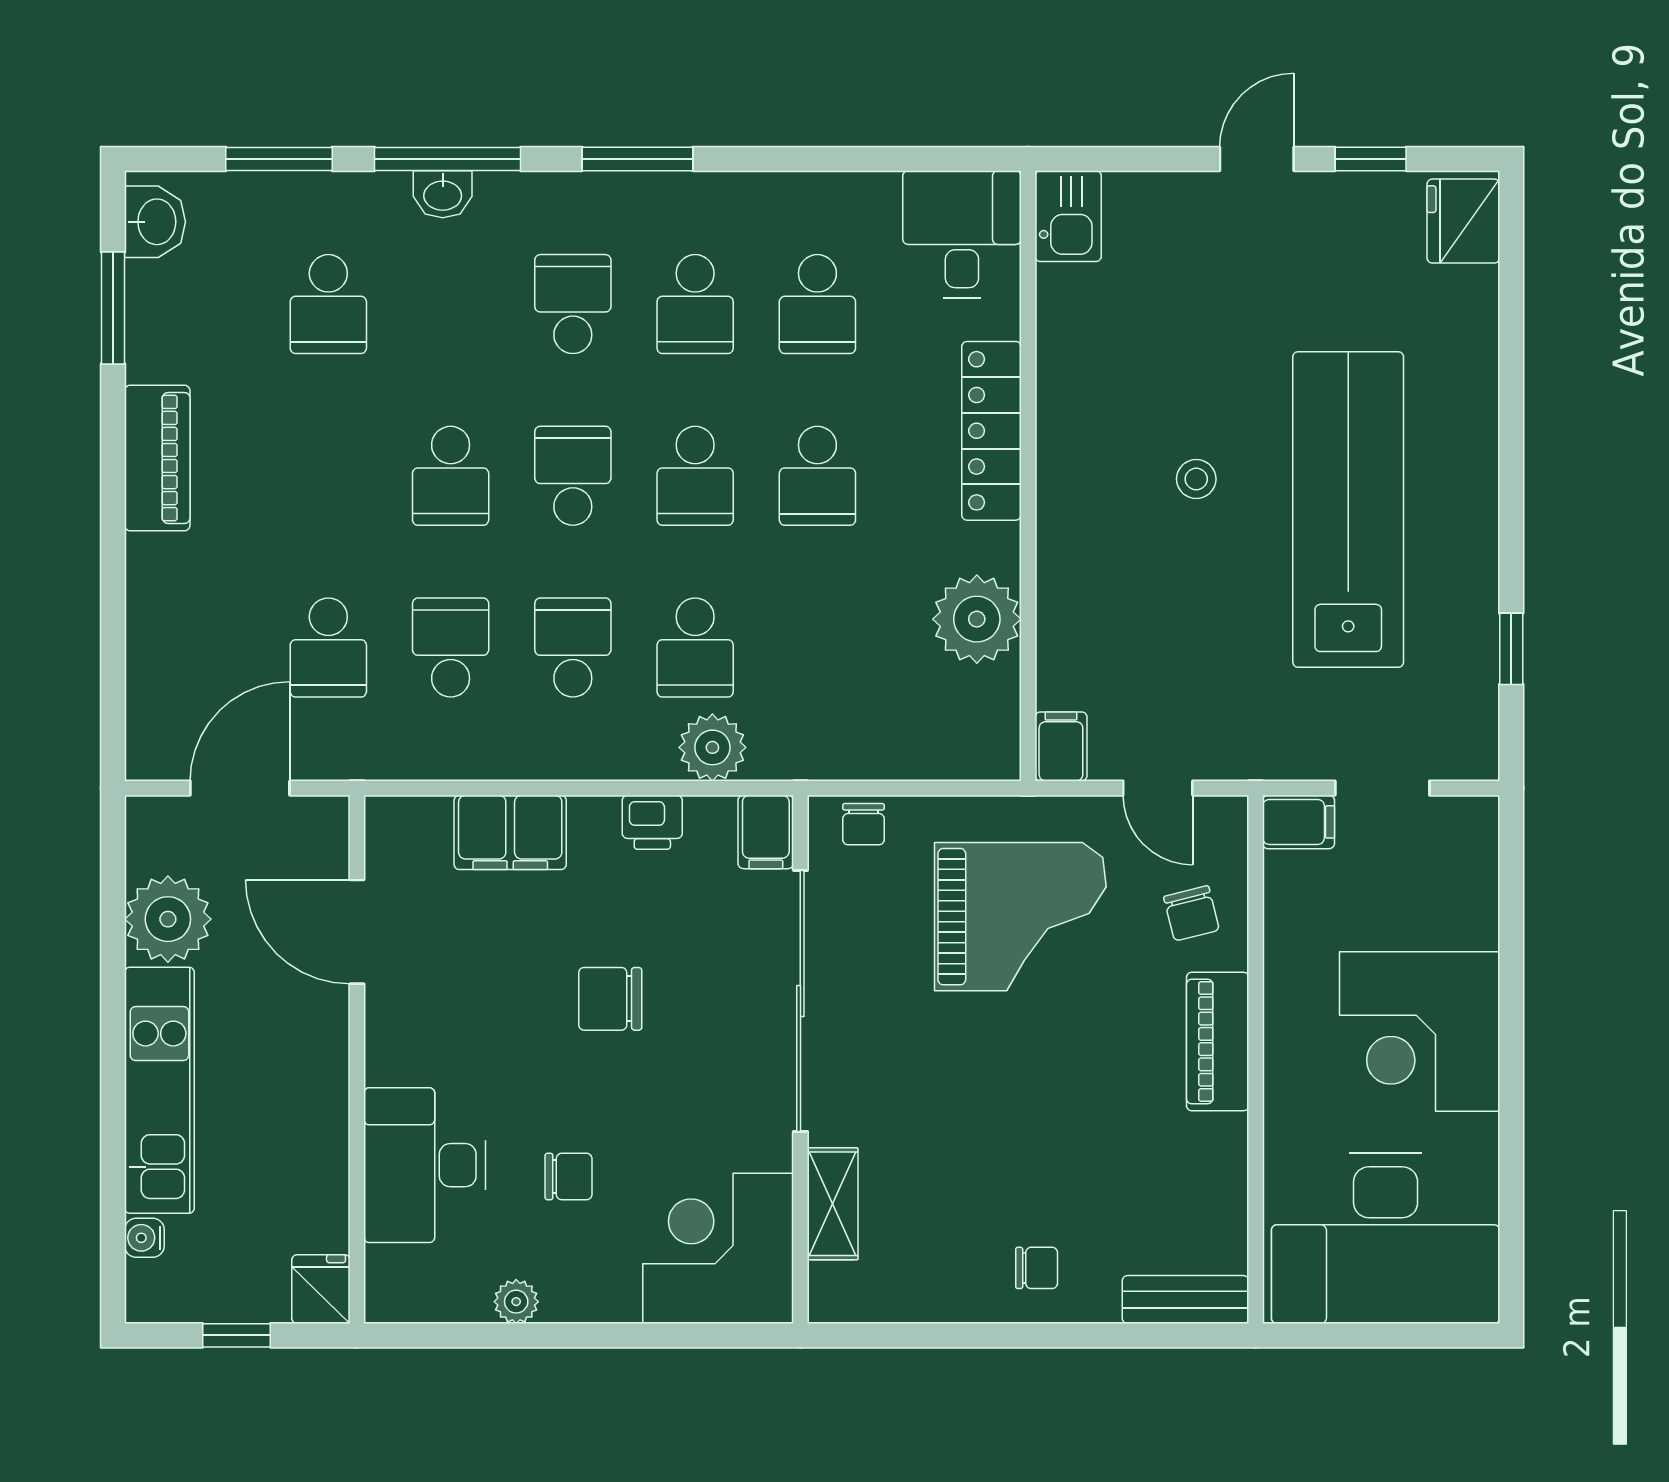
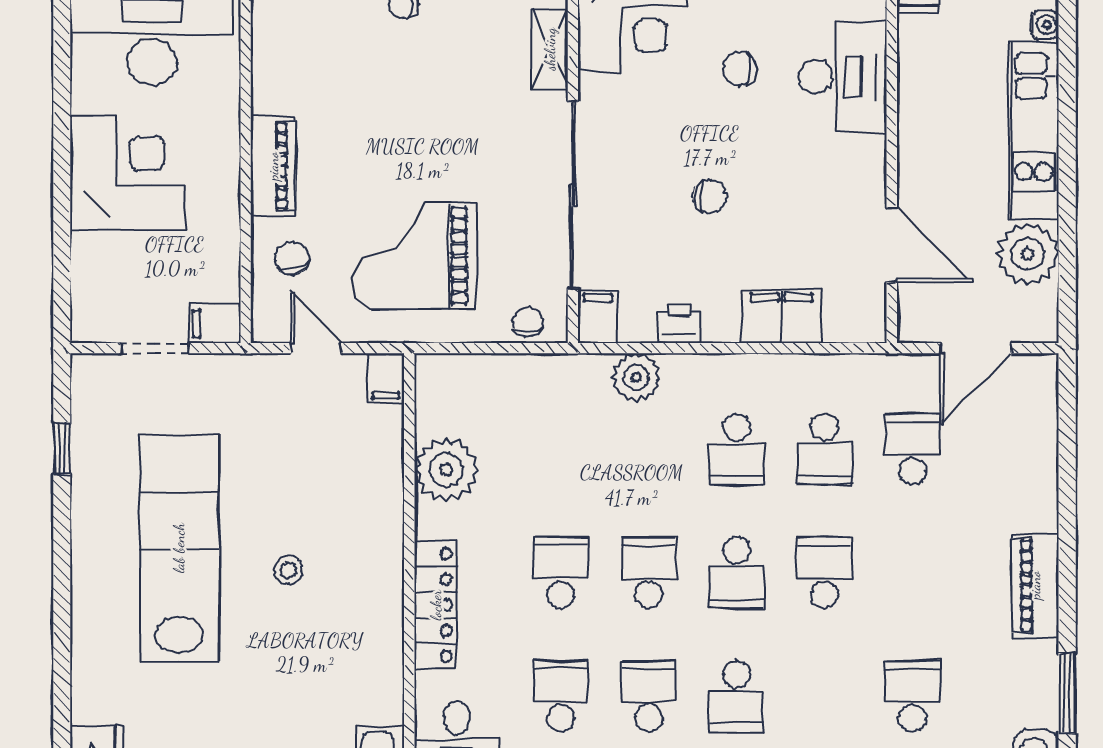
lab bench: (1348, 509) -> (179, 548), turned 180
school desk: (695, 648) -> (649, 449), removed
chair: (610, 999) -> (710, 197), width x0.73, depth x0.73

